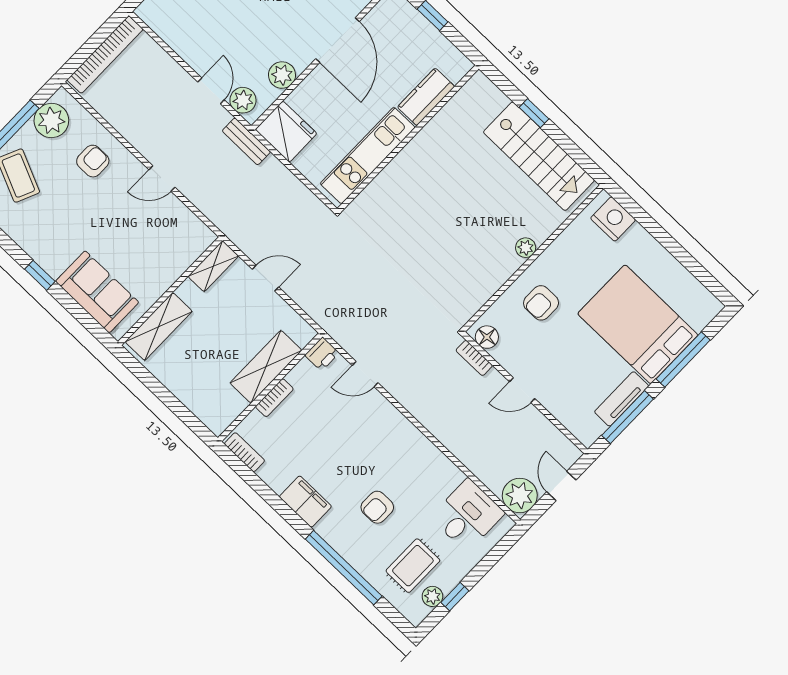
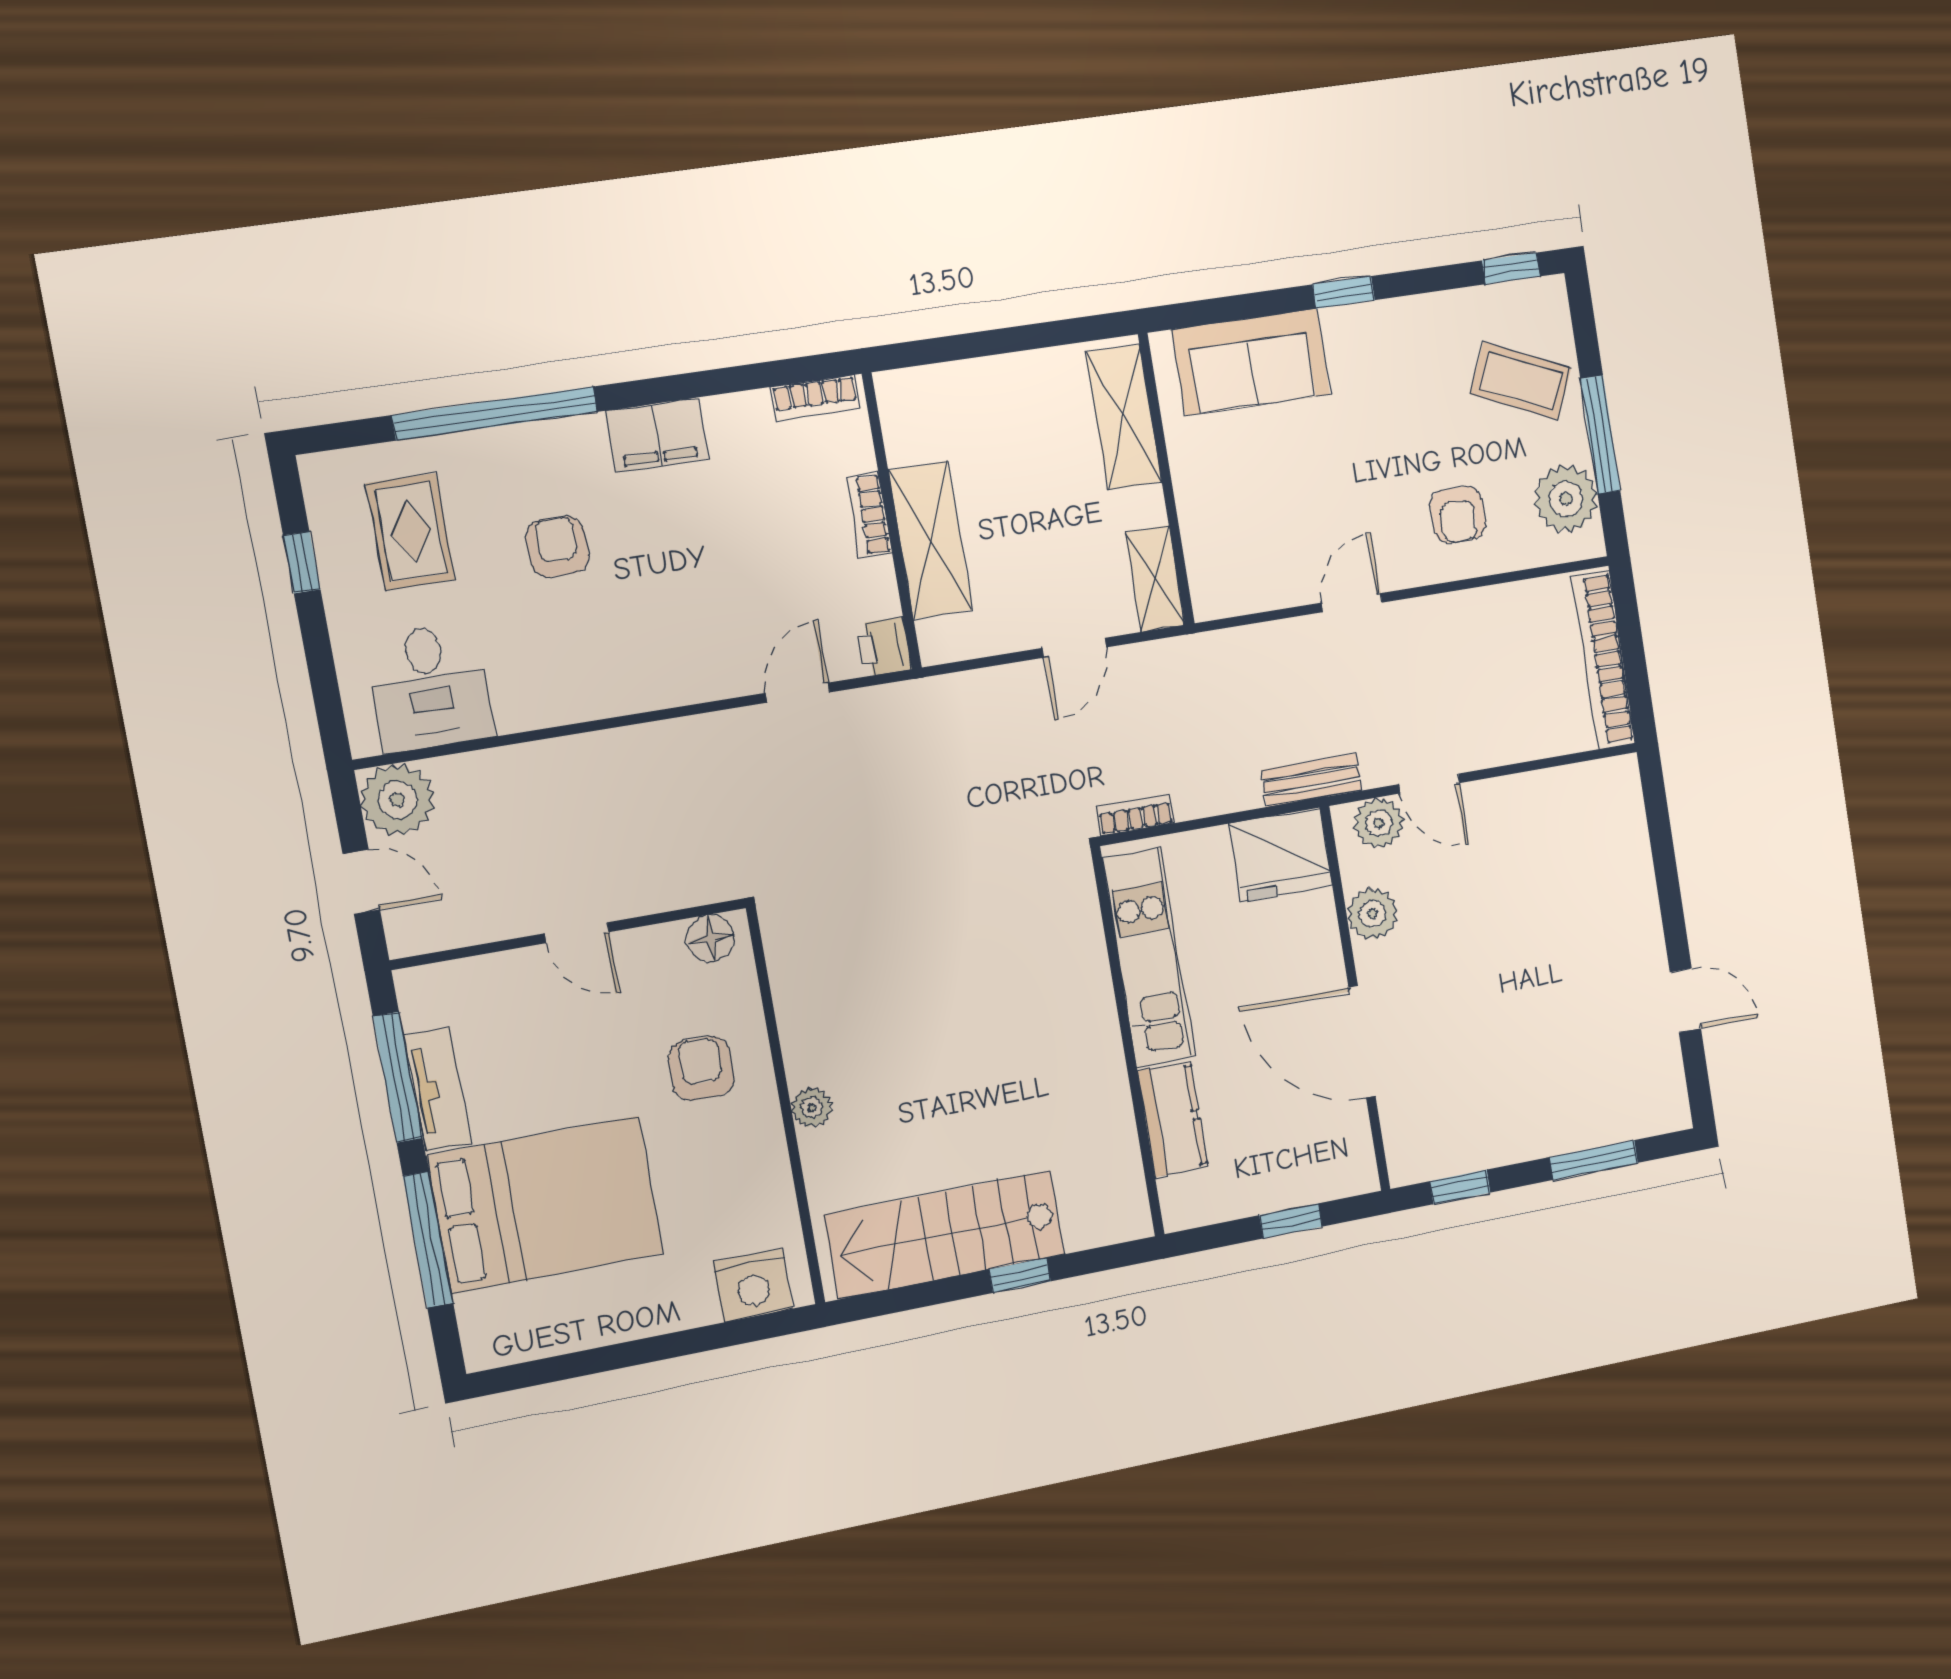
bookcase: (474, 358) -> (1135, 815), moved
door: (522, 390) -> (577, 933), swing flipped
plant: (432, 596) -> (331, 525), removed

